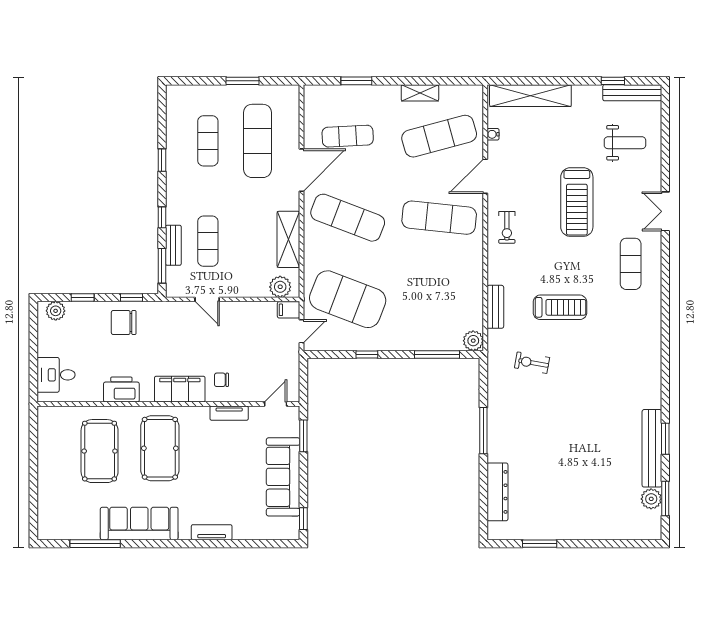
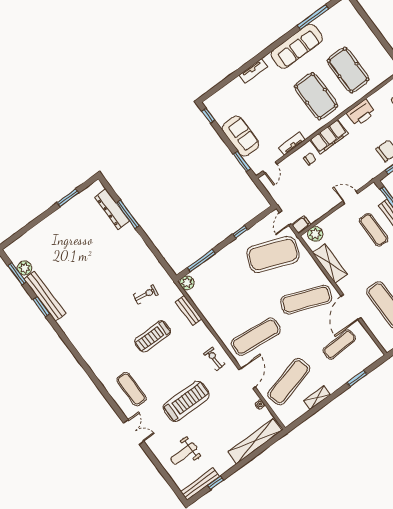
treadmill: (577, 202) -> (186, 401), turned 90
window: (483, 431) -> (128, 214), moved
sofa: (283, 477) -> (241, 136), width x0.73

